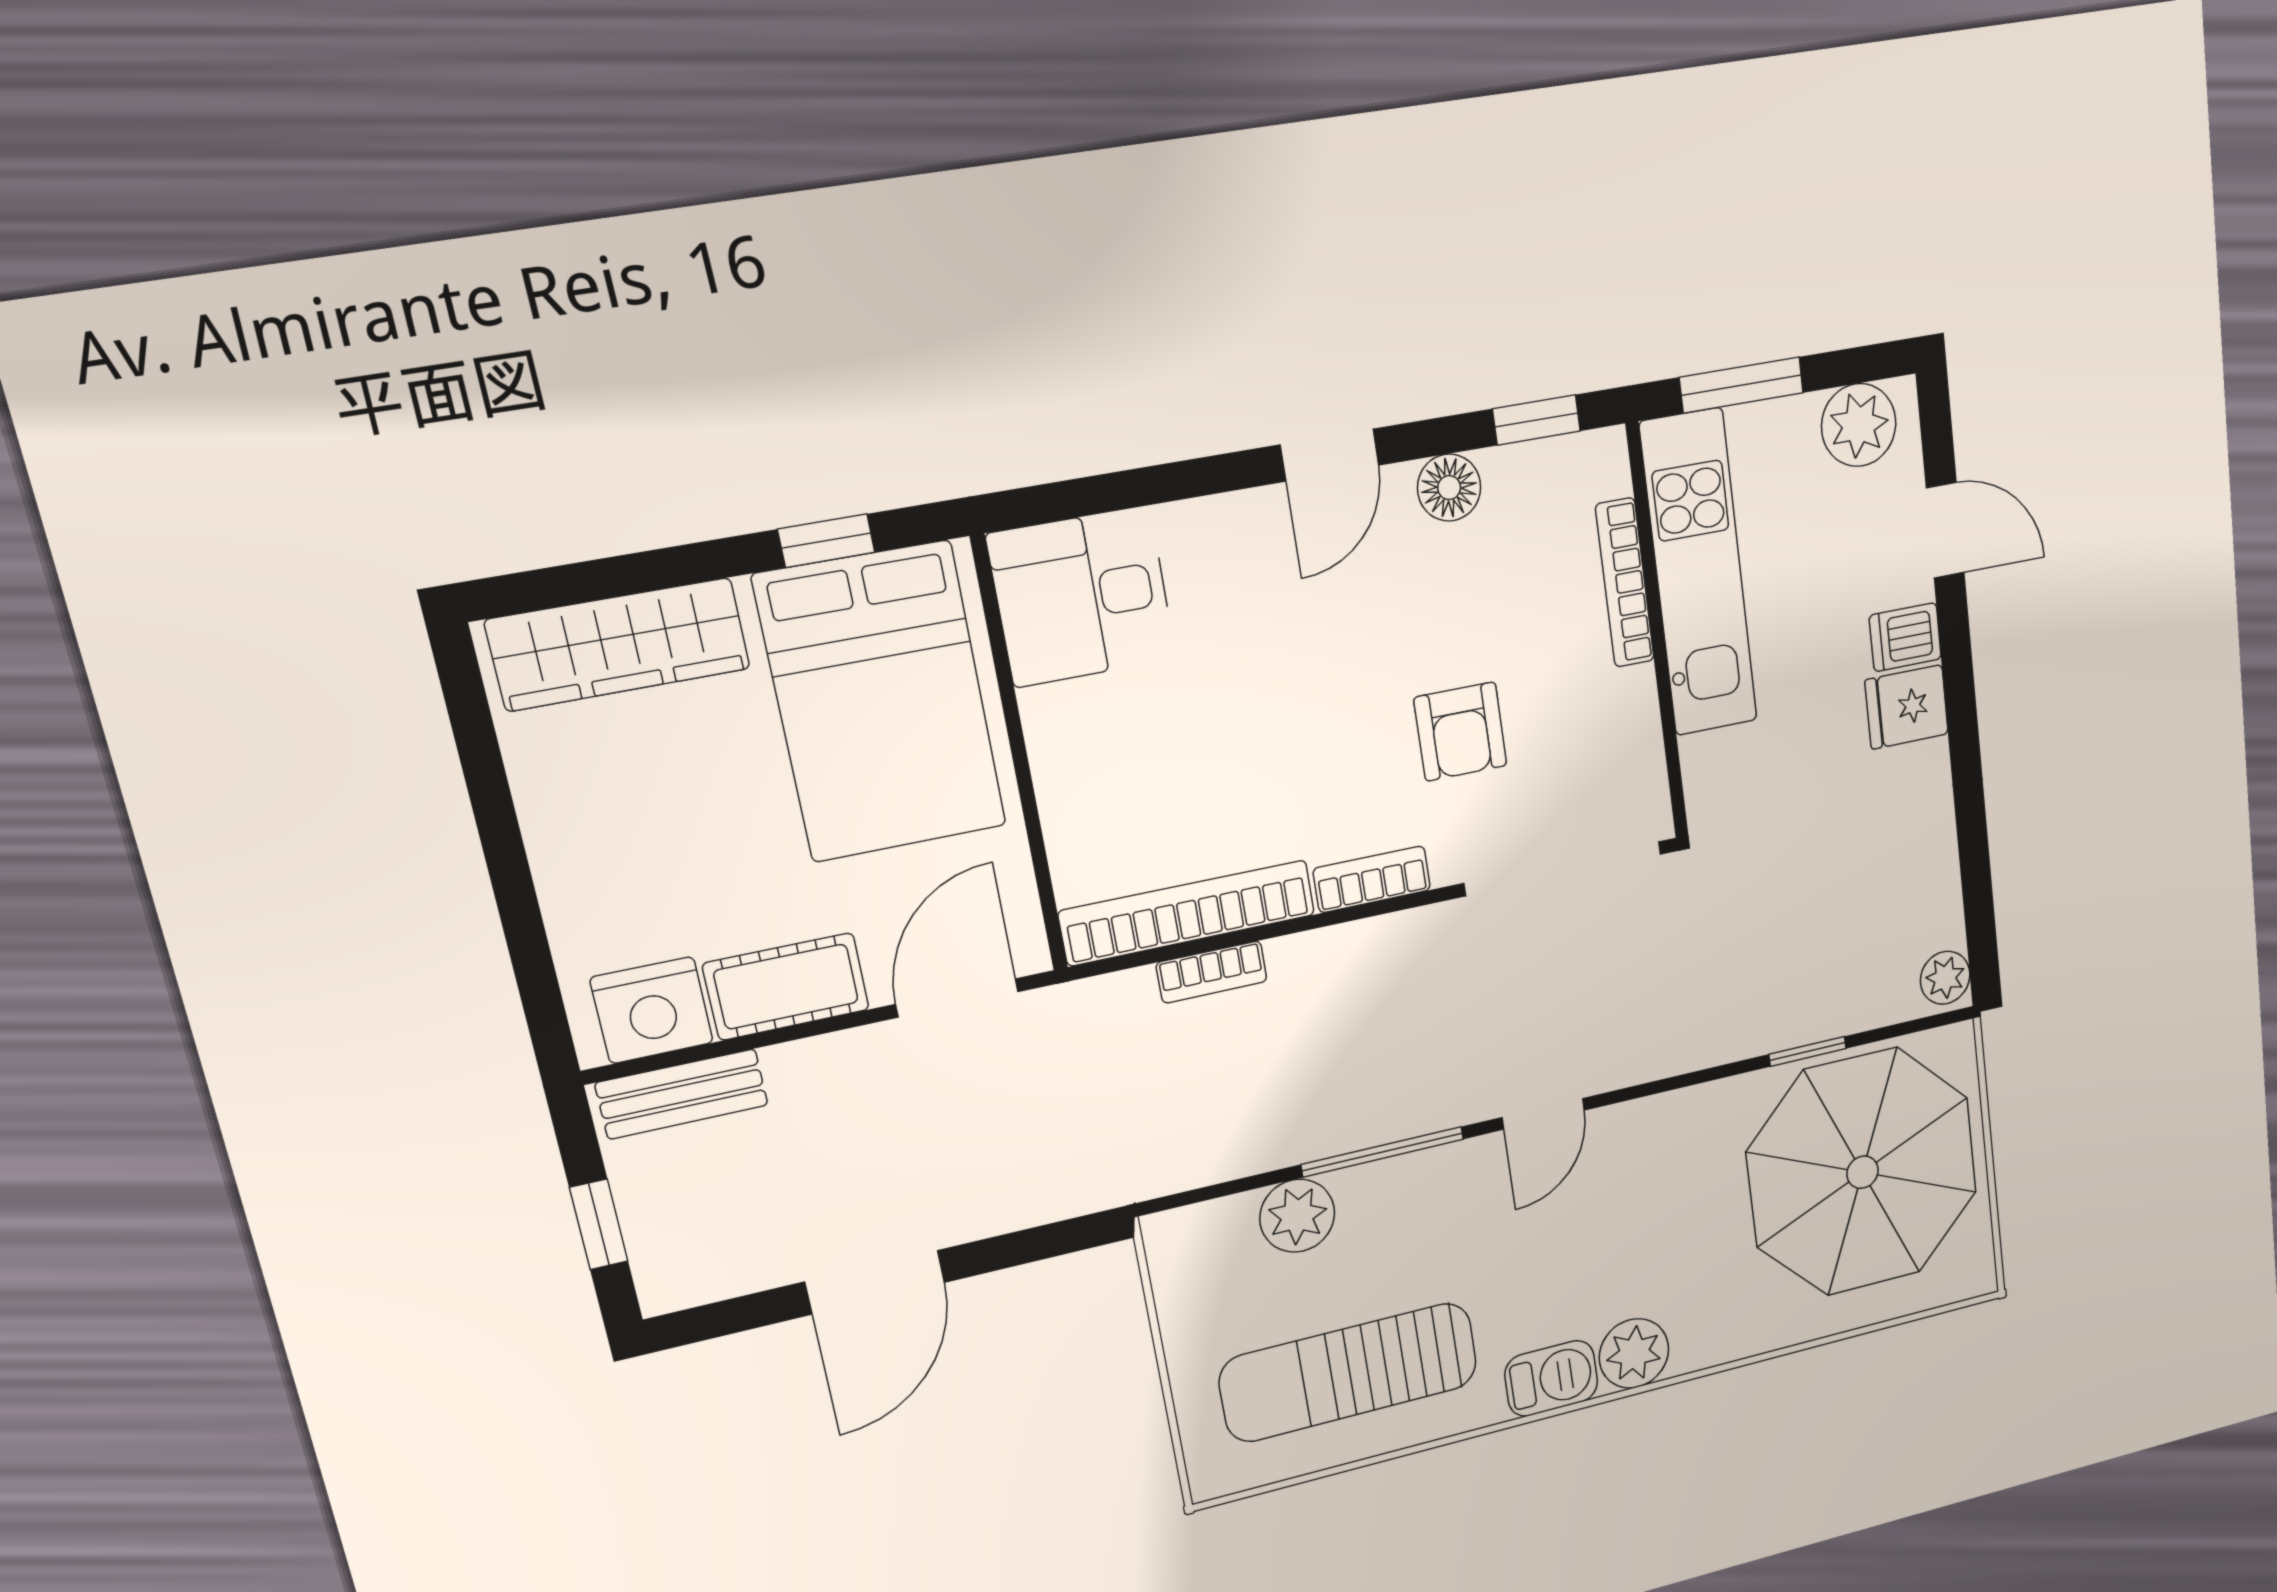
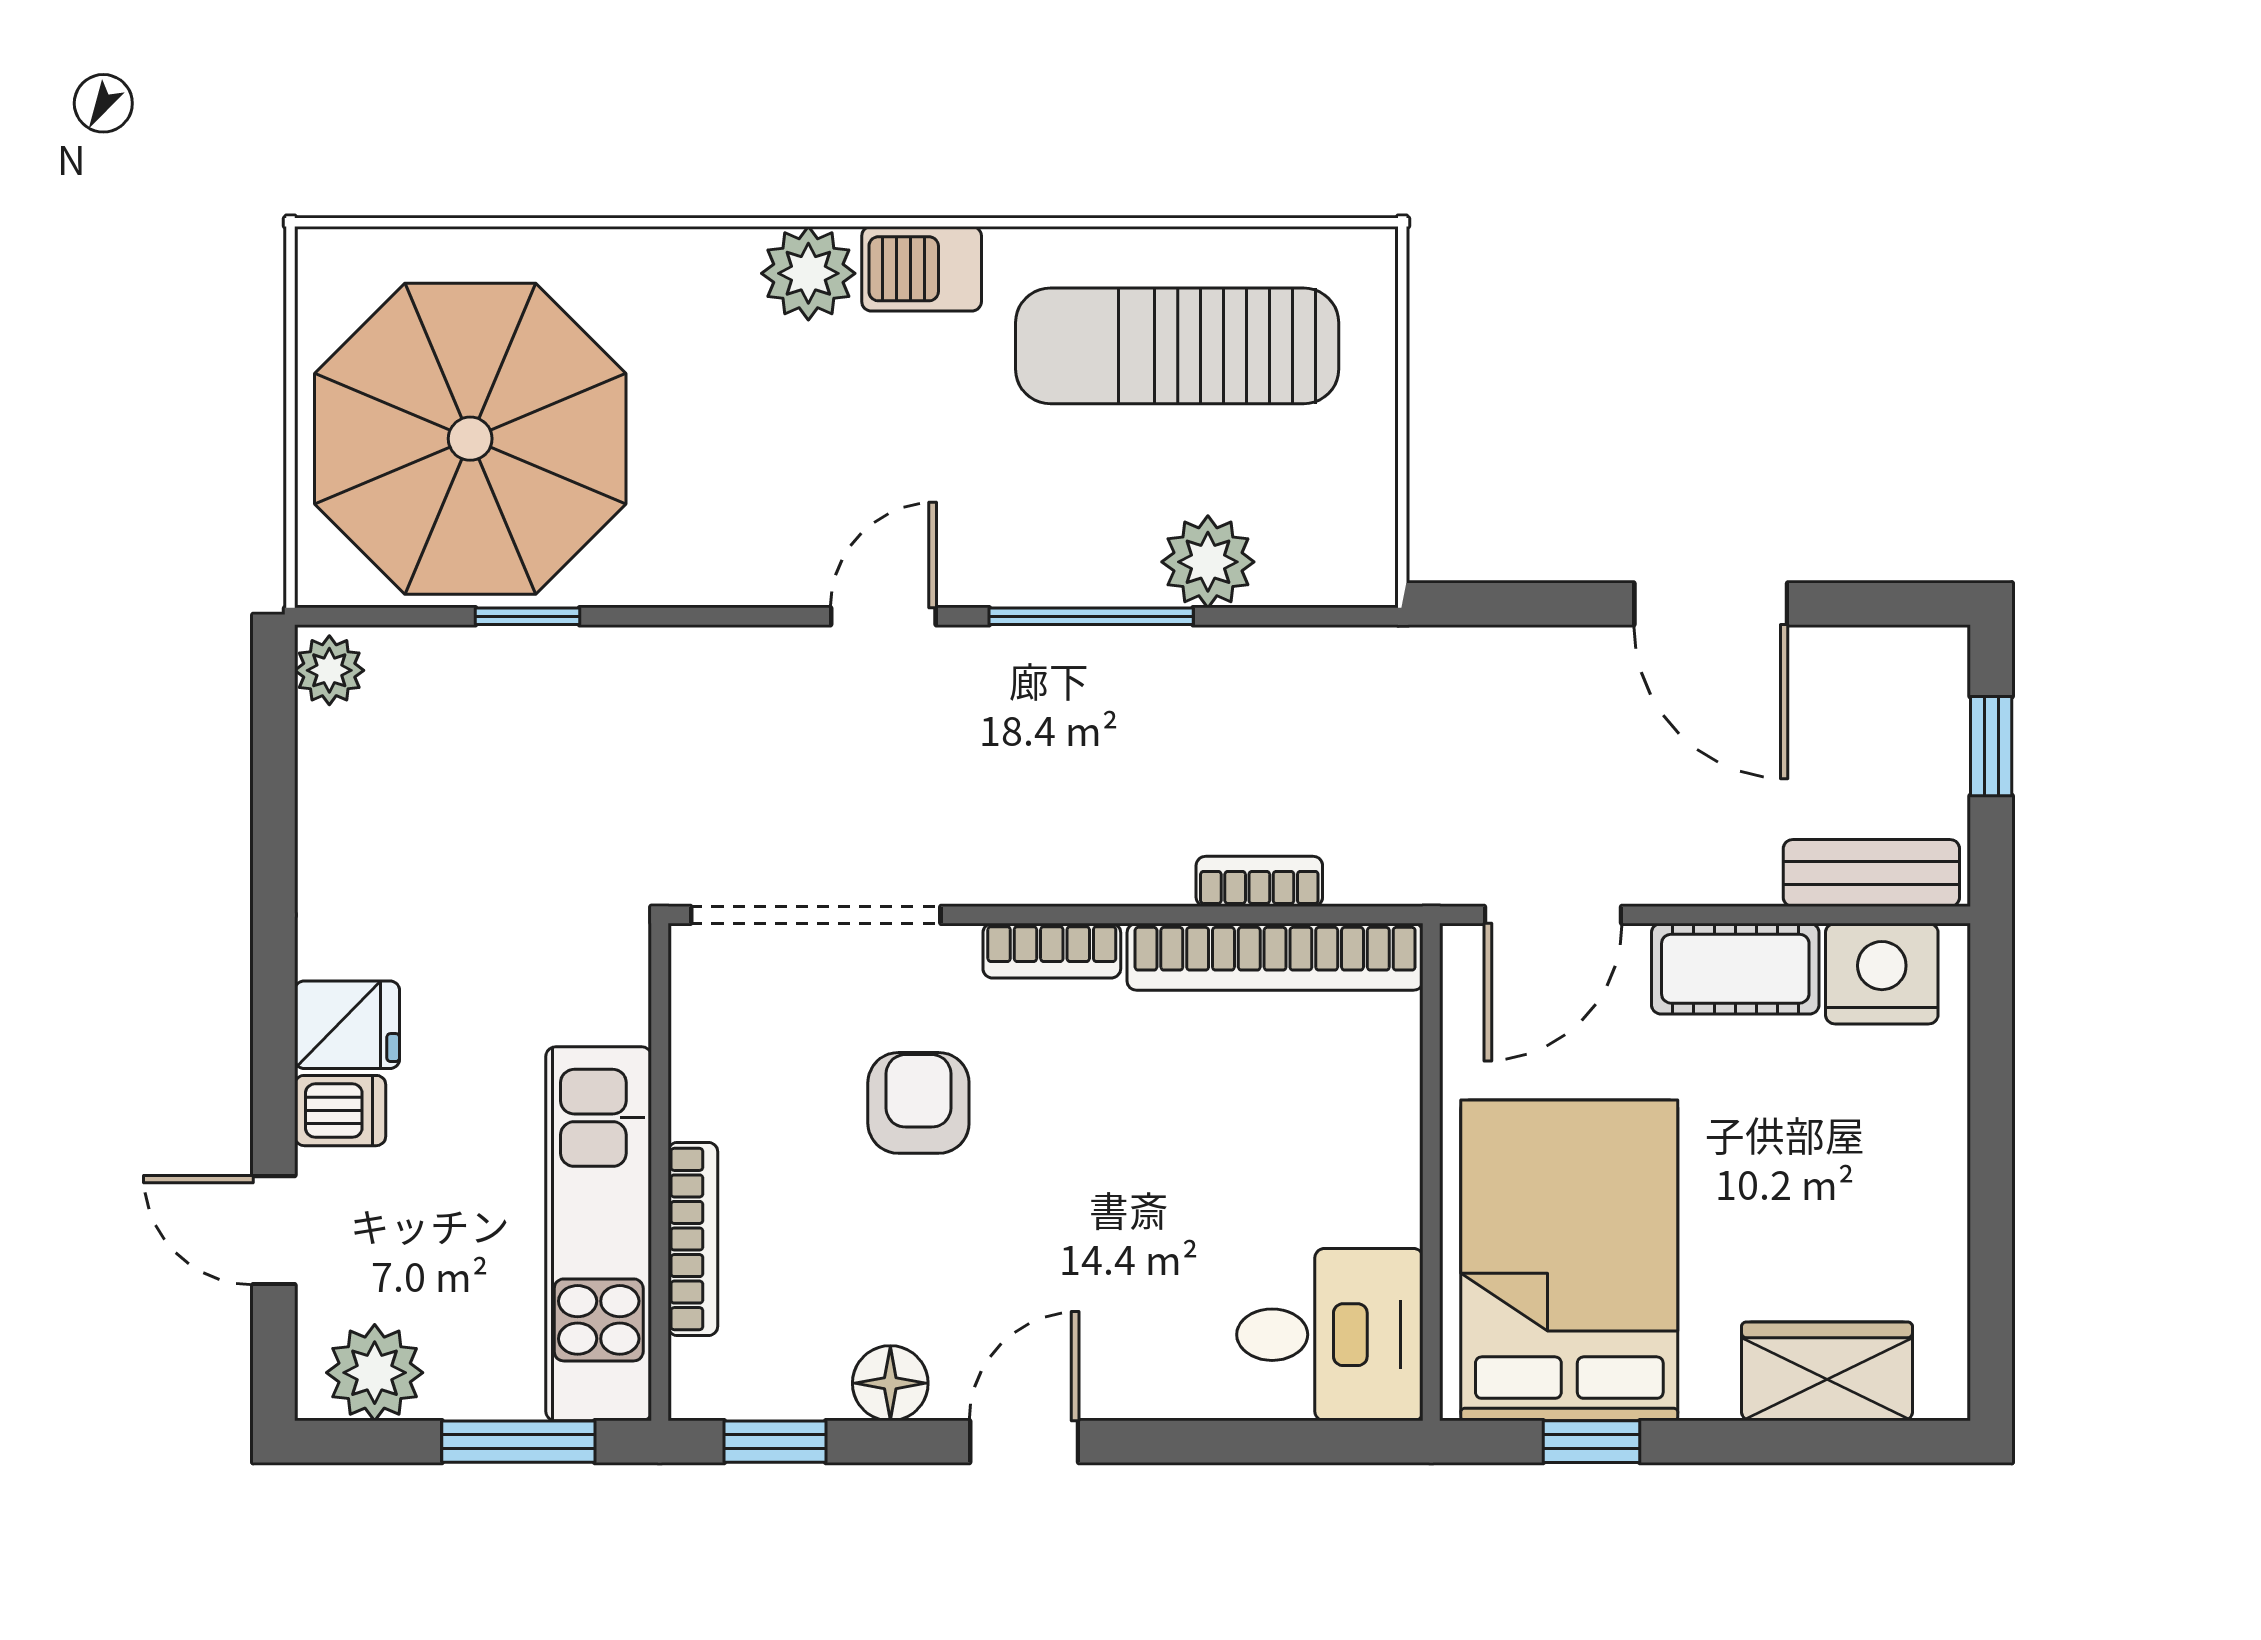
wardrobe: (619, 644) -> (1827, 1371), width x0.67
door: (875, 1282) -> (1711, 604), swing flipped
sun lounger: (1349, 1372) -> (1177, 346), turned 180

